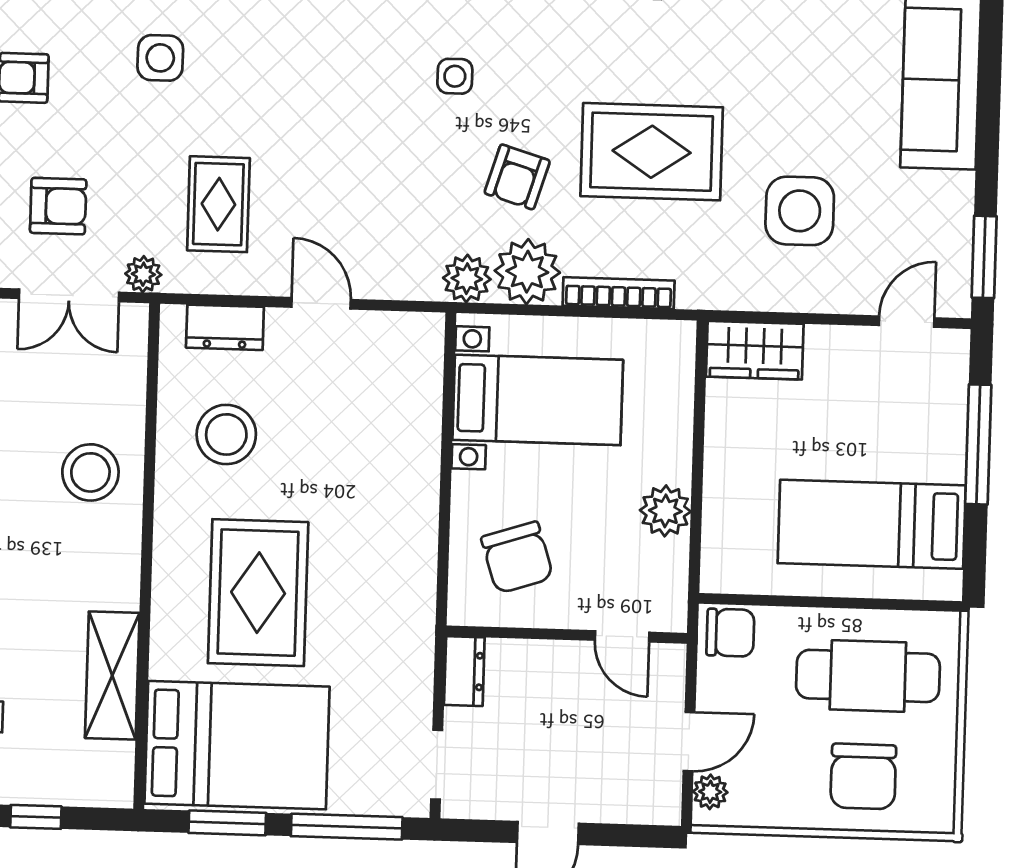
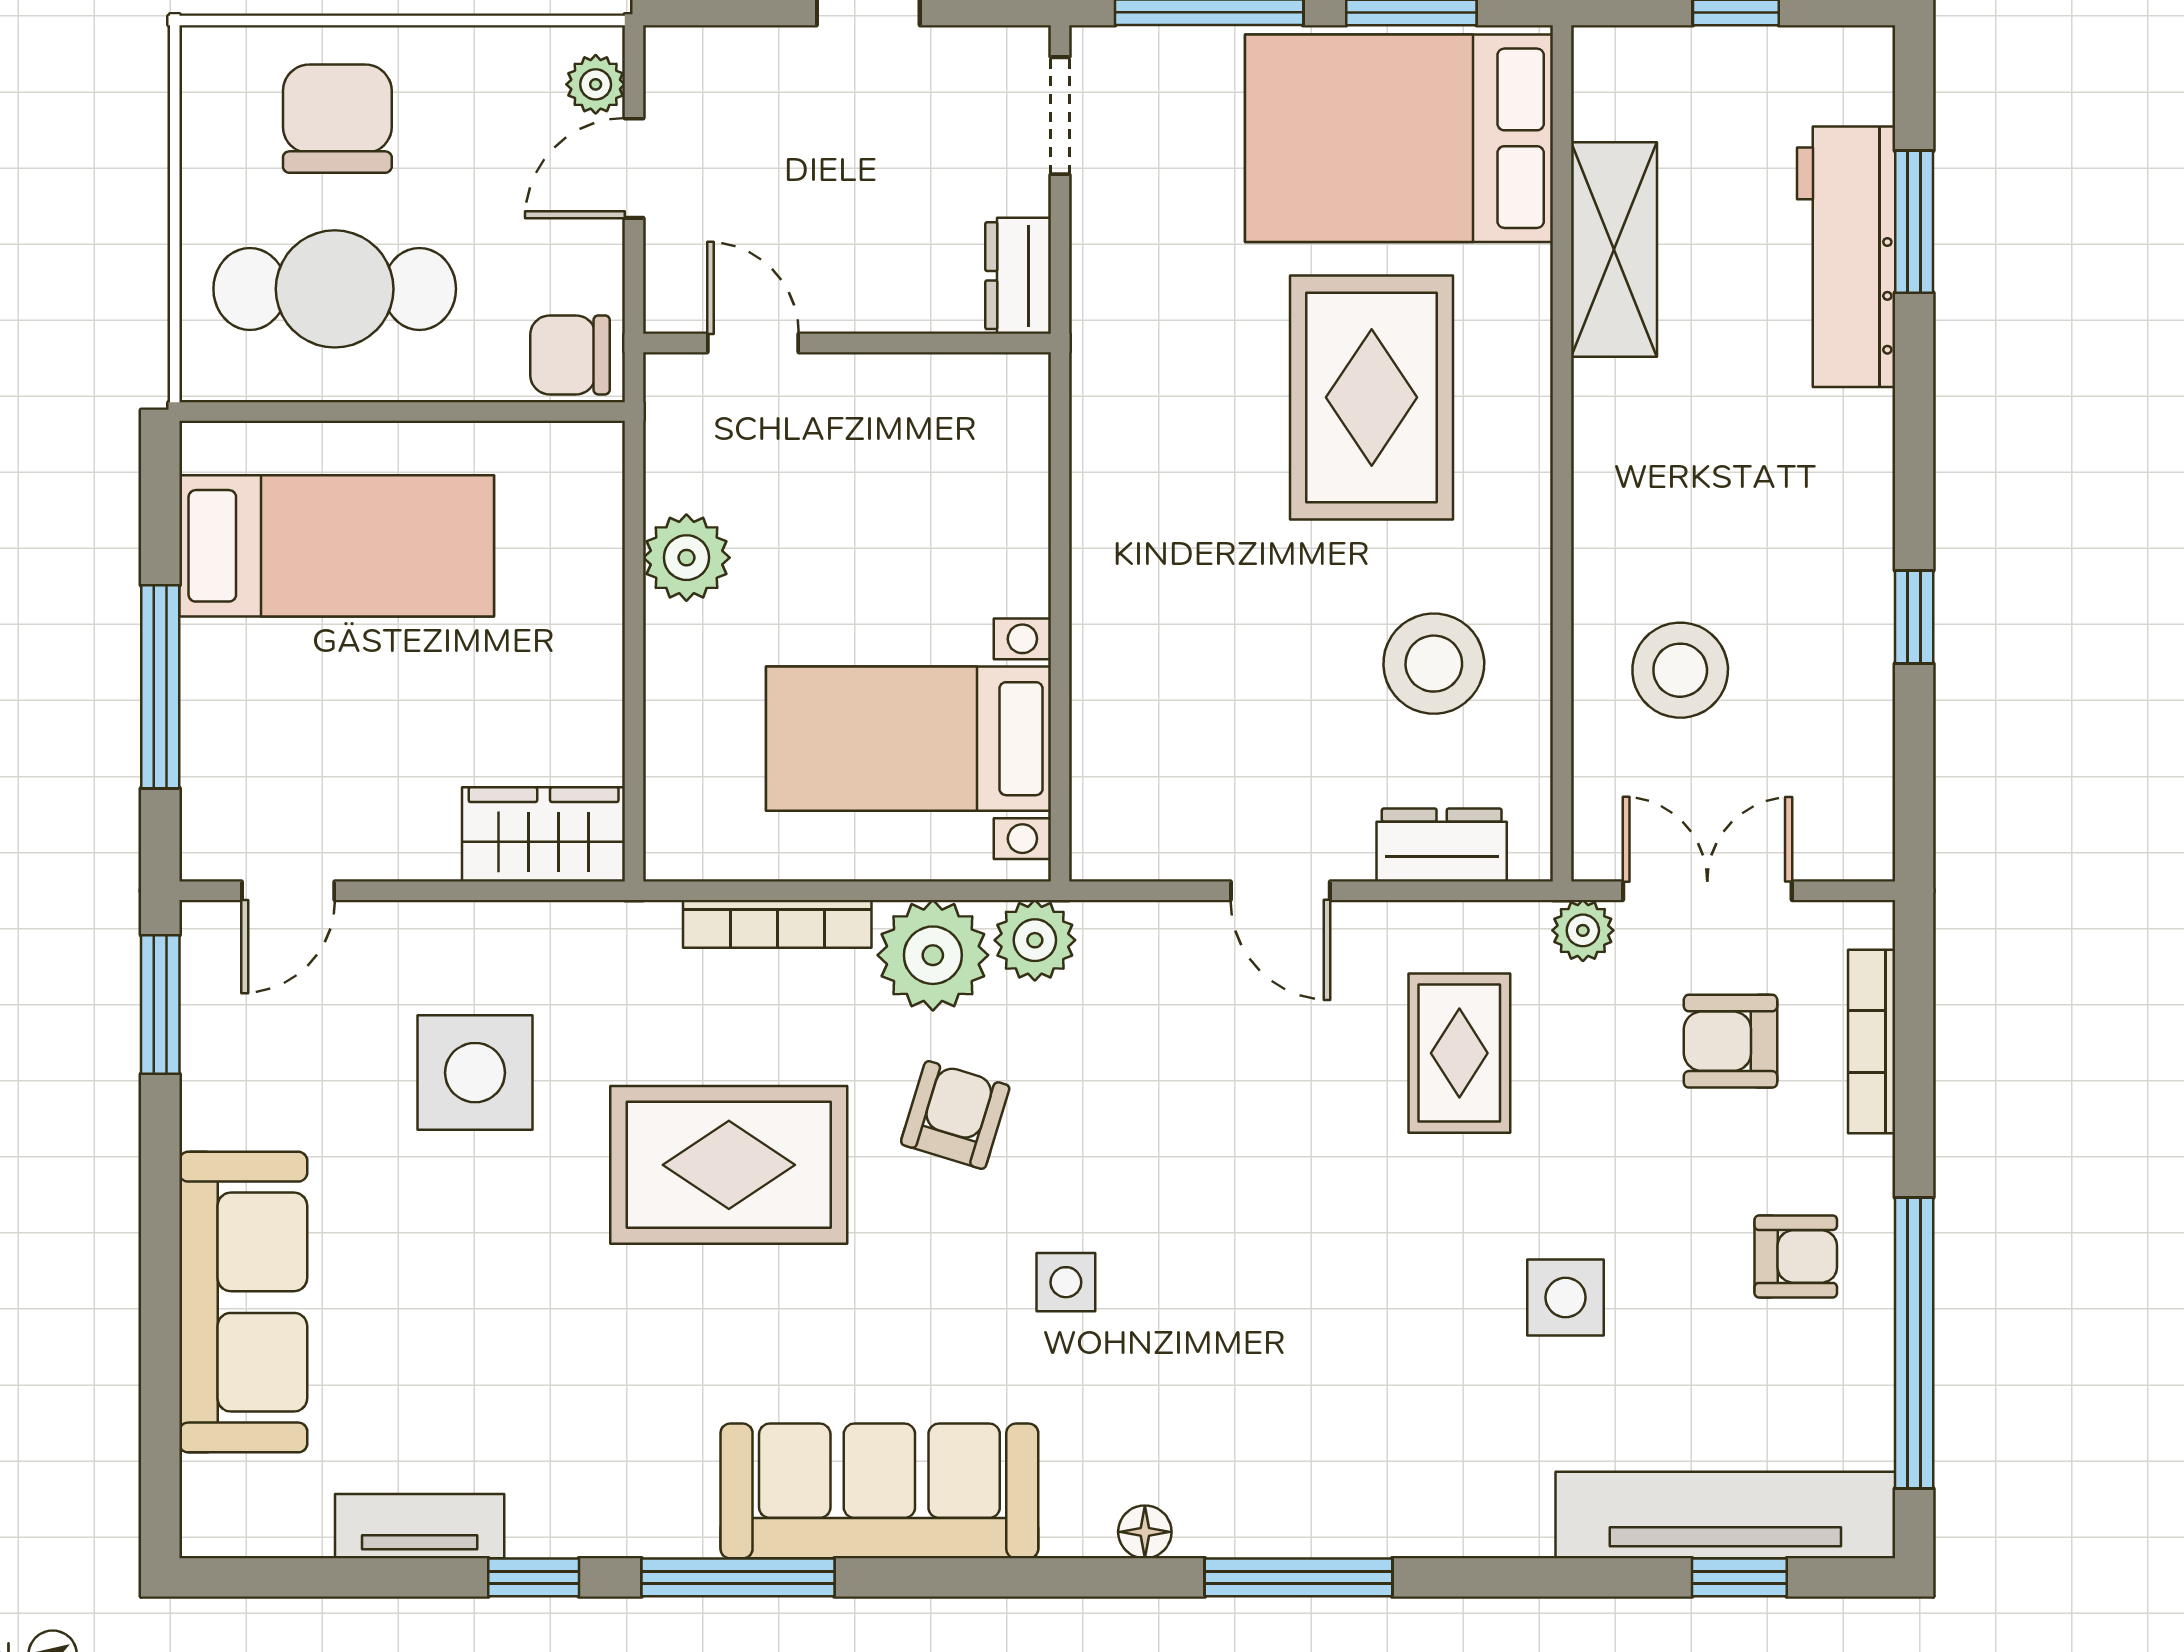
stool: (90, 472) -> (1680, 670), moved
chair: (517, 557) -> (935, 471), removed

